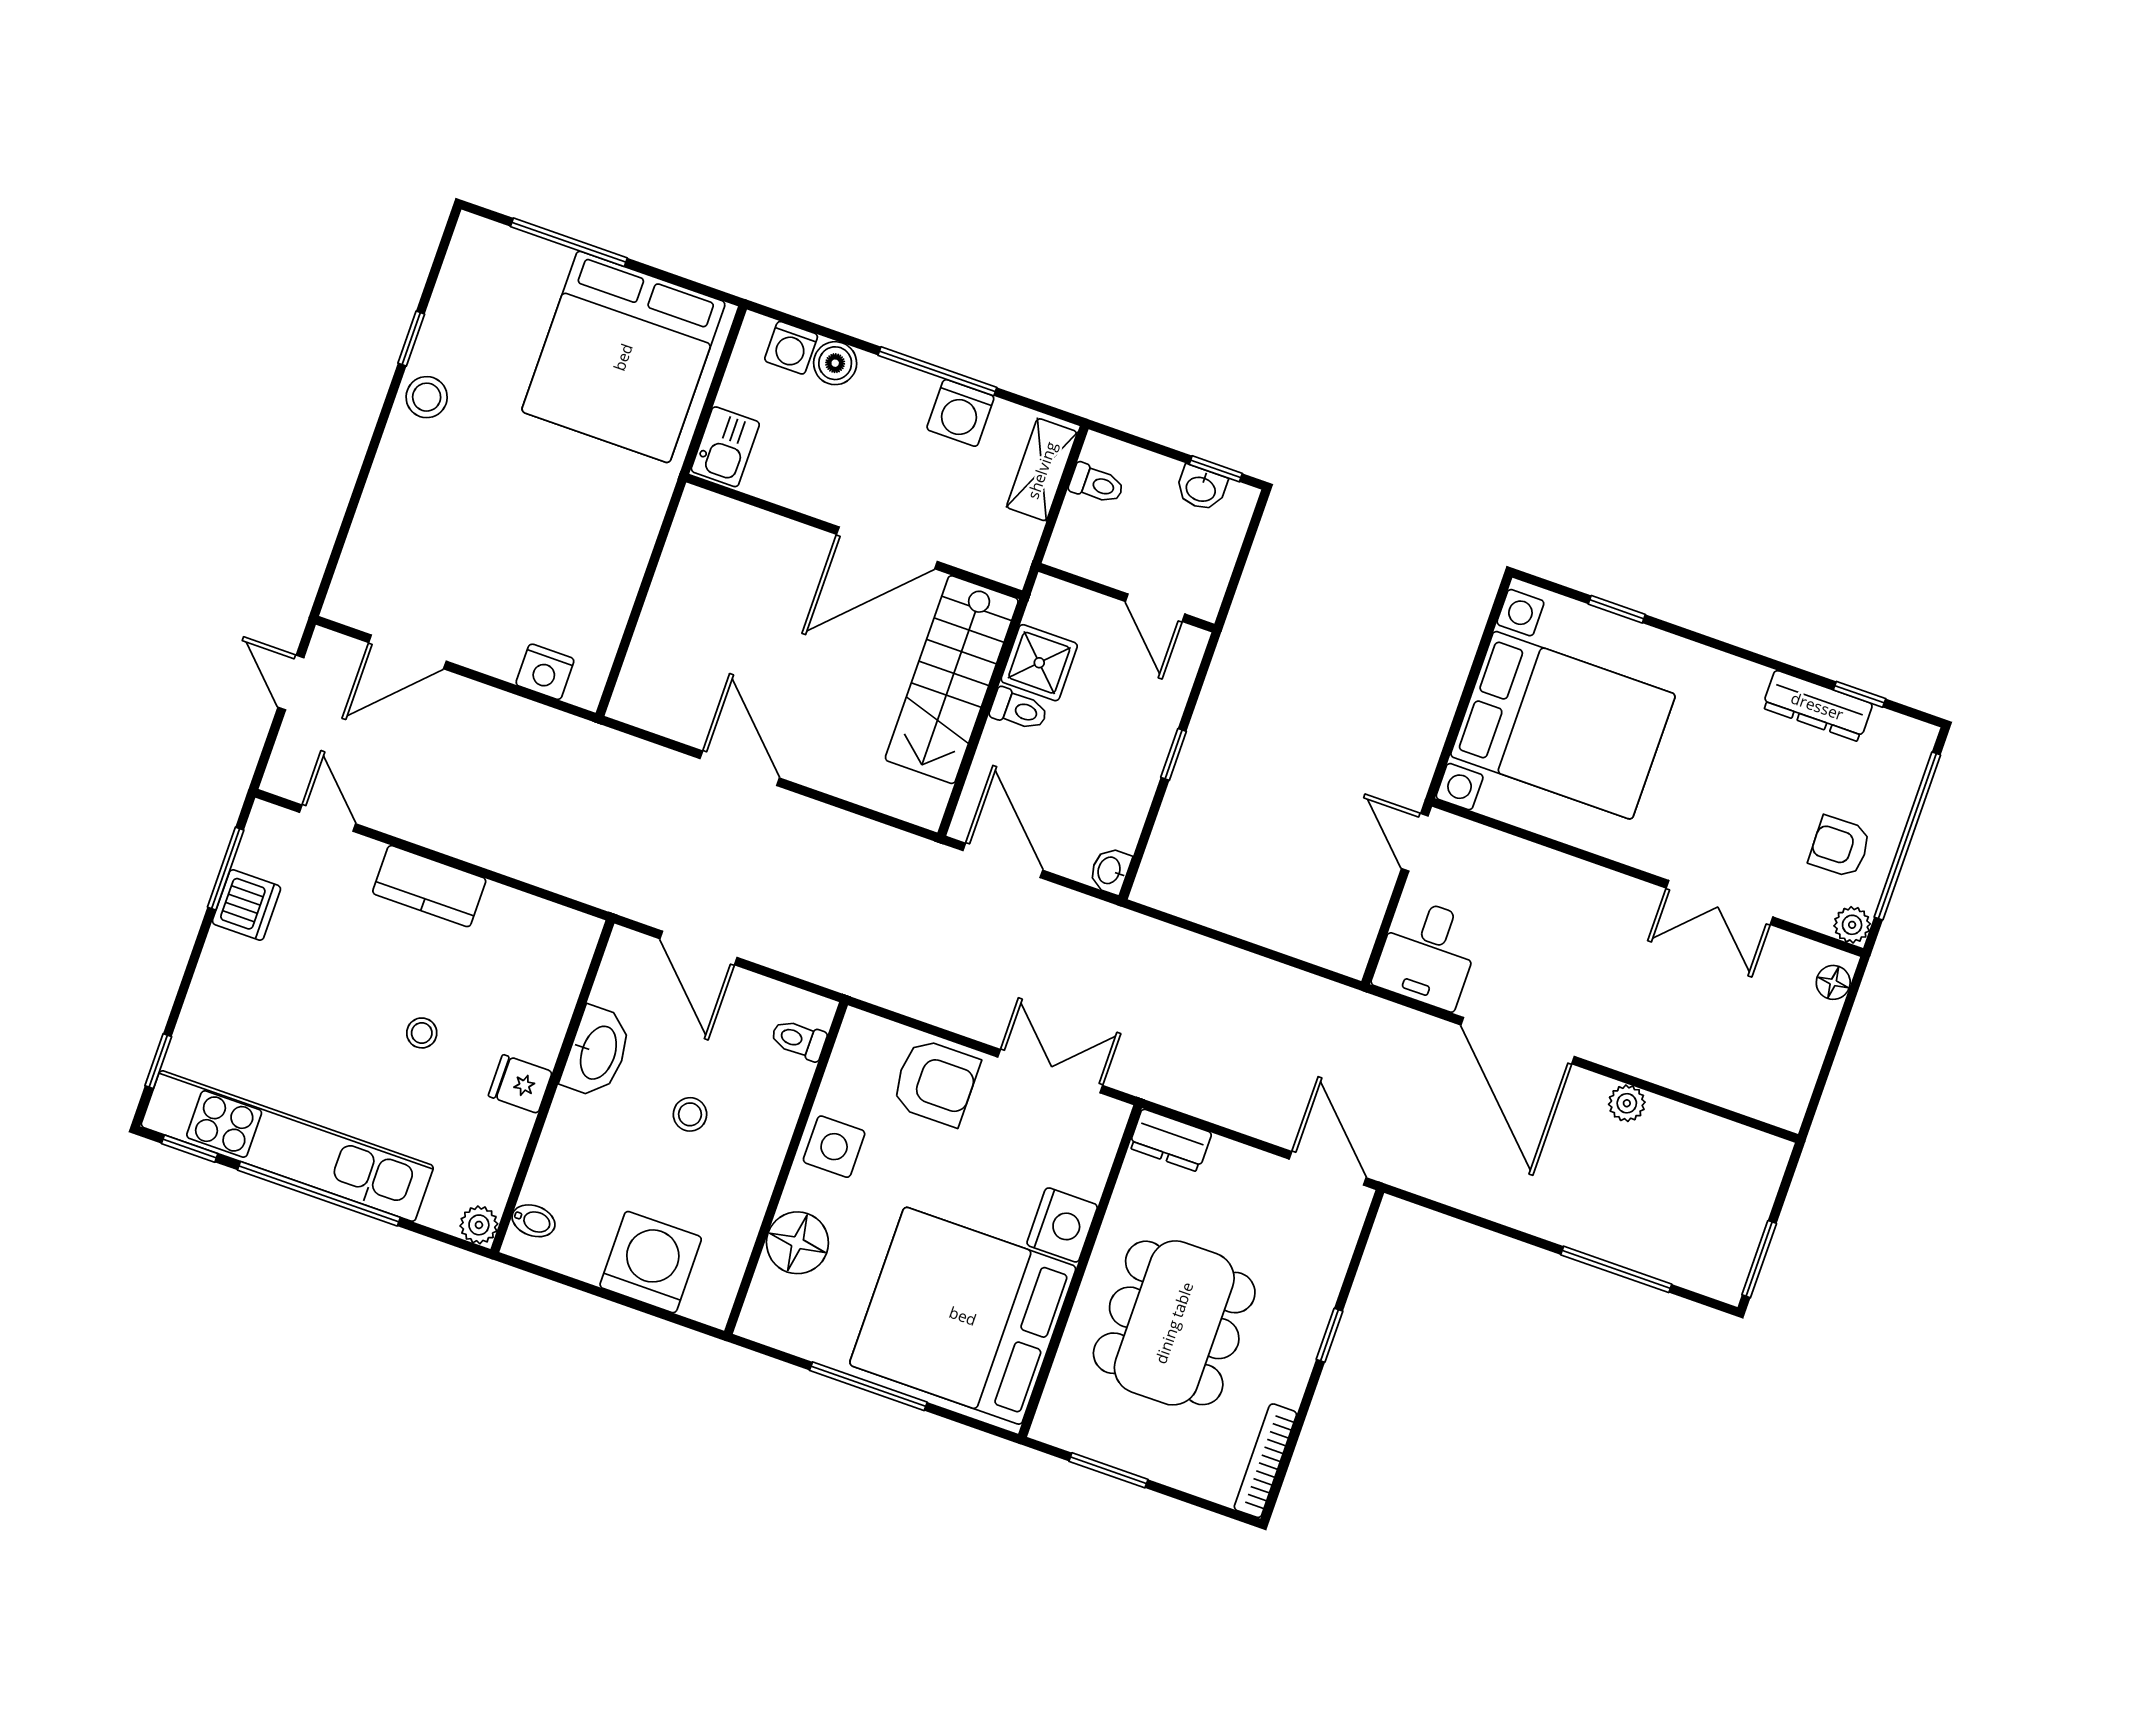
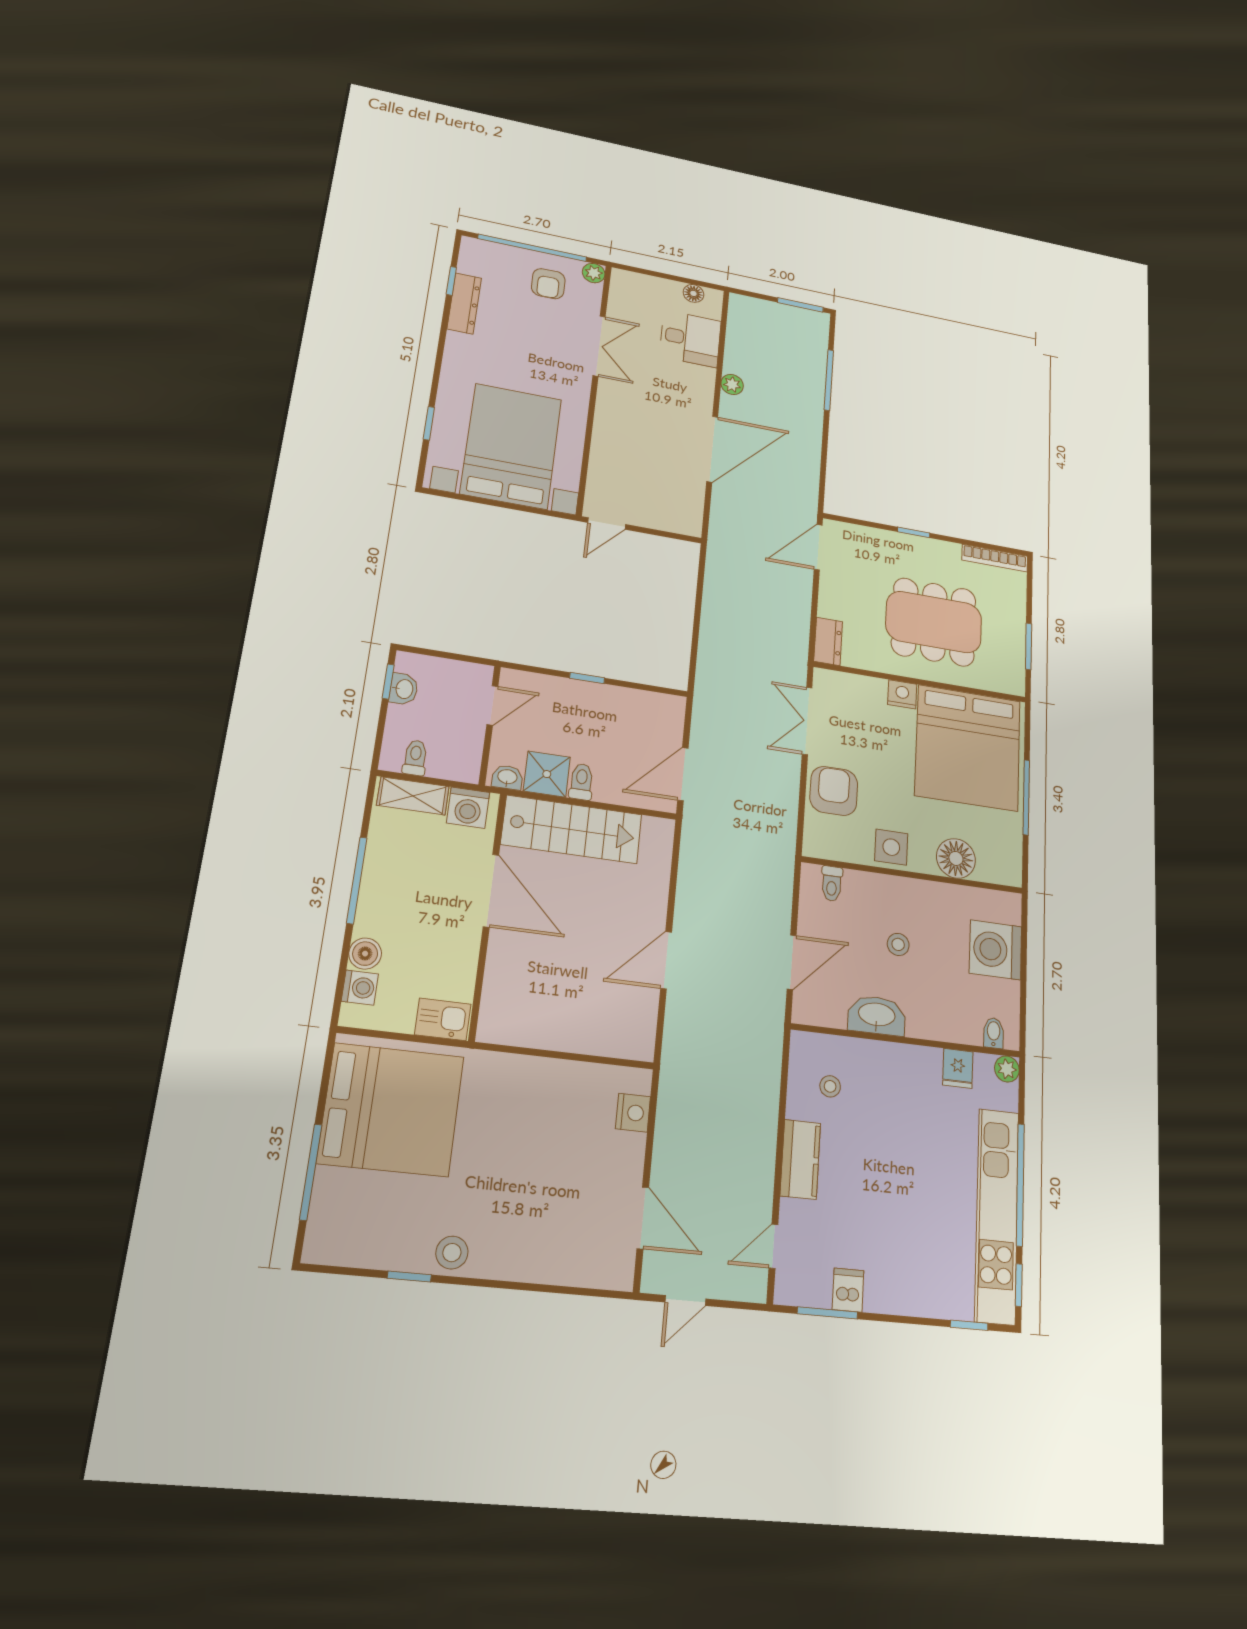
washing machine: (960, 413) -> (468, 808), moved, turned 90
washbasin: (1110, 871) -> (507, 777), moved, turned 180
dishwasher: (246, 905) -> (848, 1290), width x0.73
desk: (1428, 954) -> (690, 339), moved
floor lamp: (1833, 982) -> (693, 293), moved
stool: (422, 1033) -> (830, 1086), moved
fridge: (520, 1084) -> (958, 1068), moved
nightstand: (1062, 1225) -> (902, 694), width x0.74, depth x0.75

